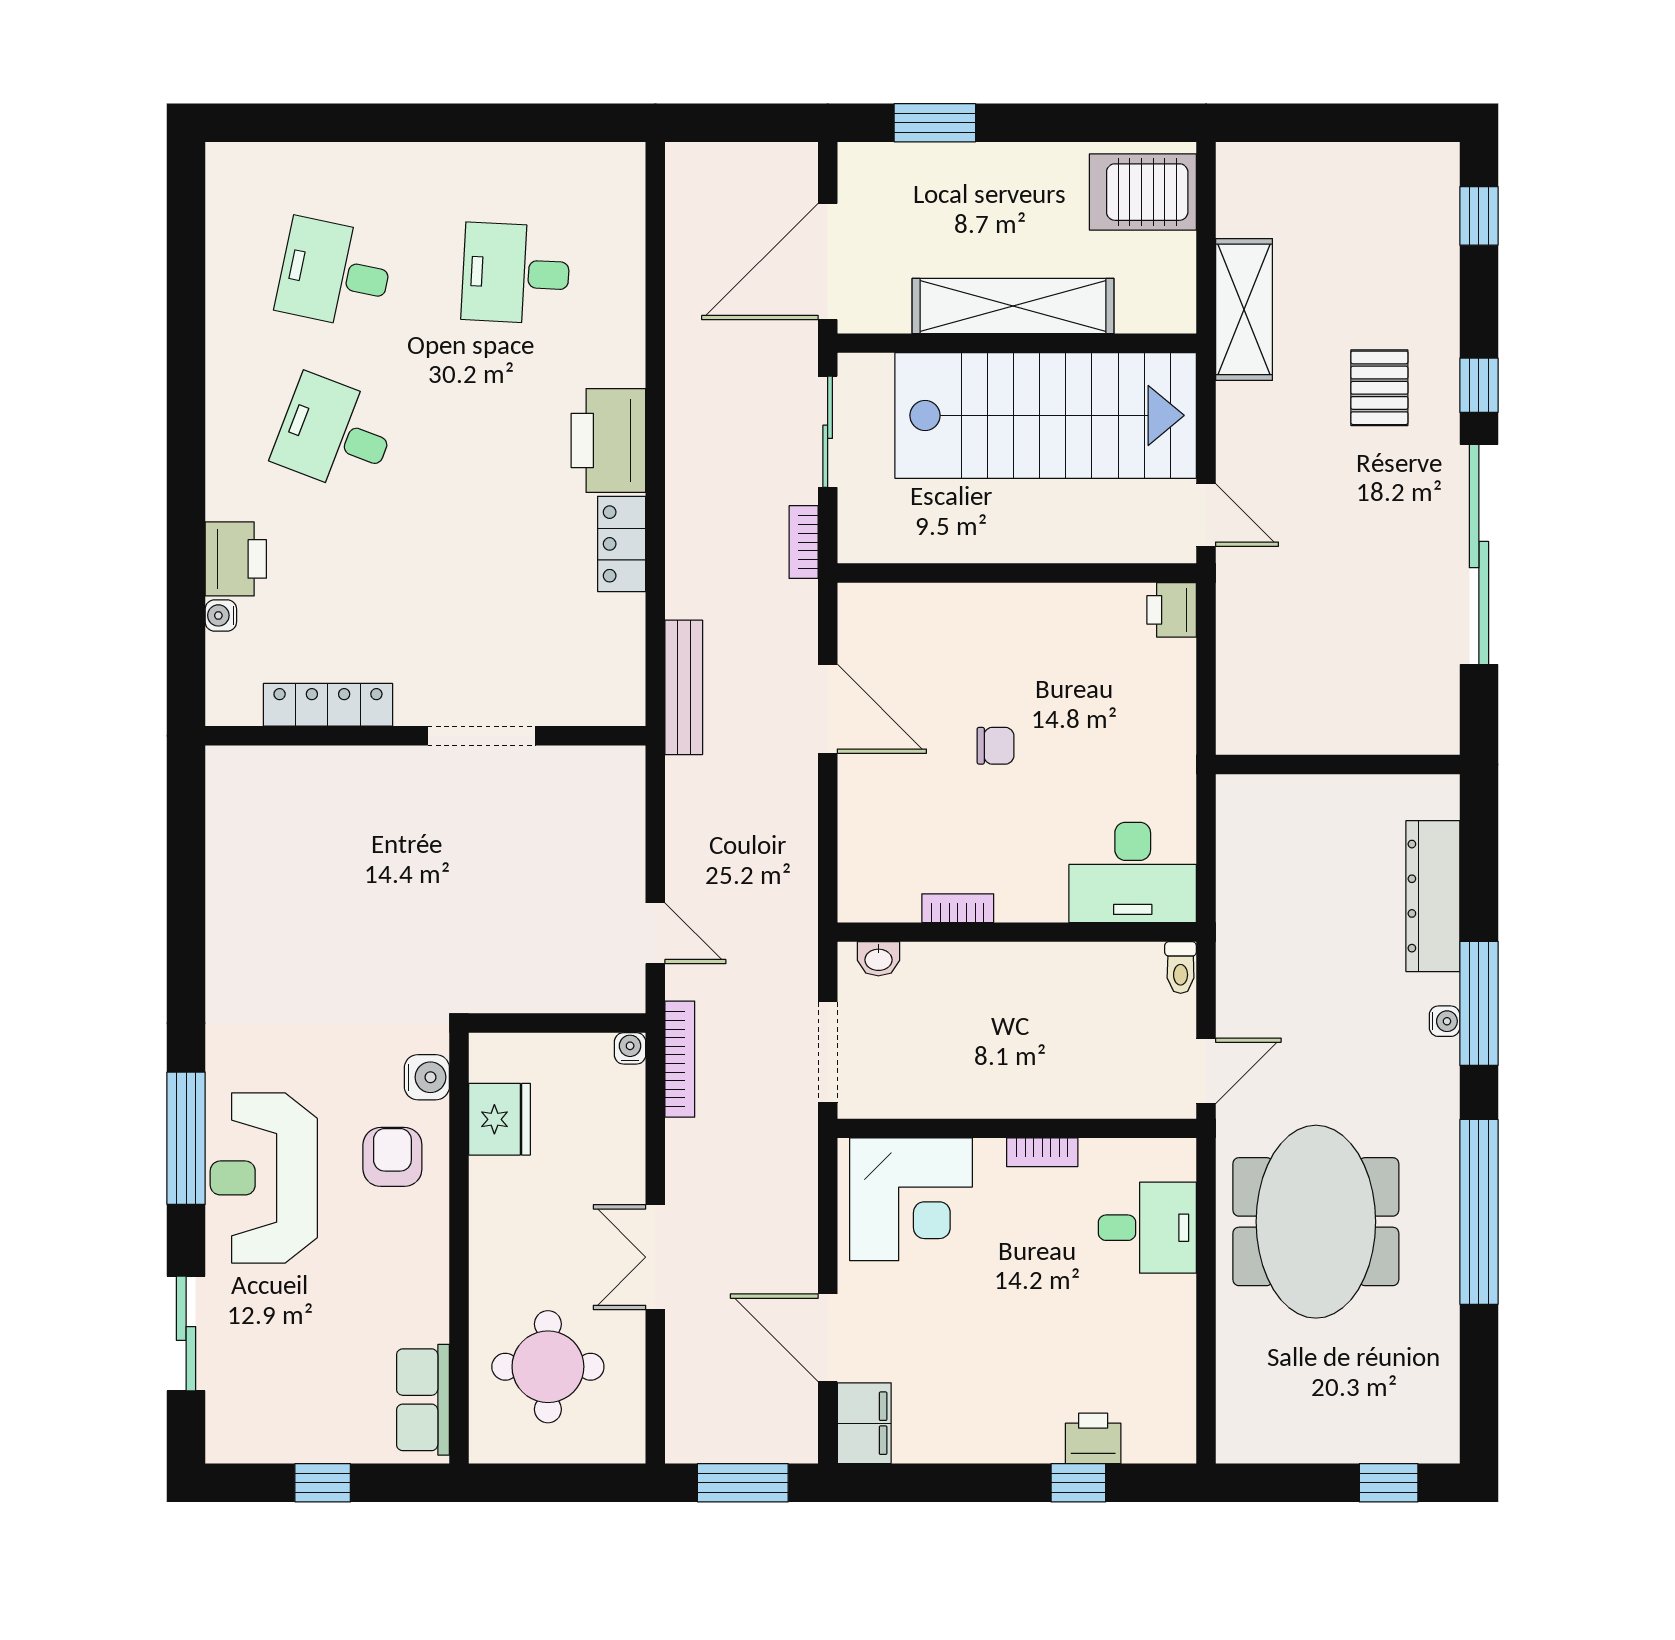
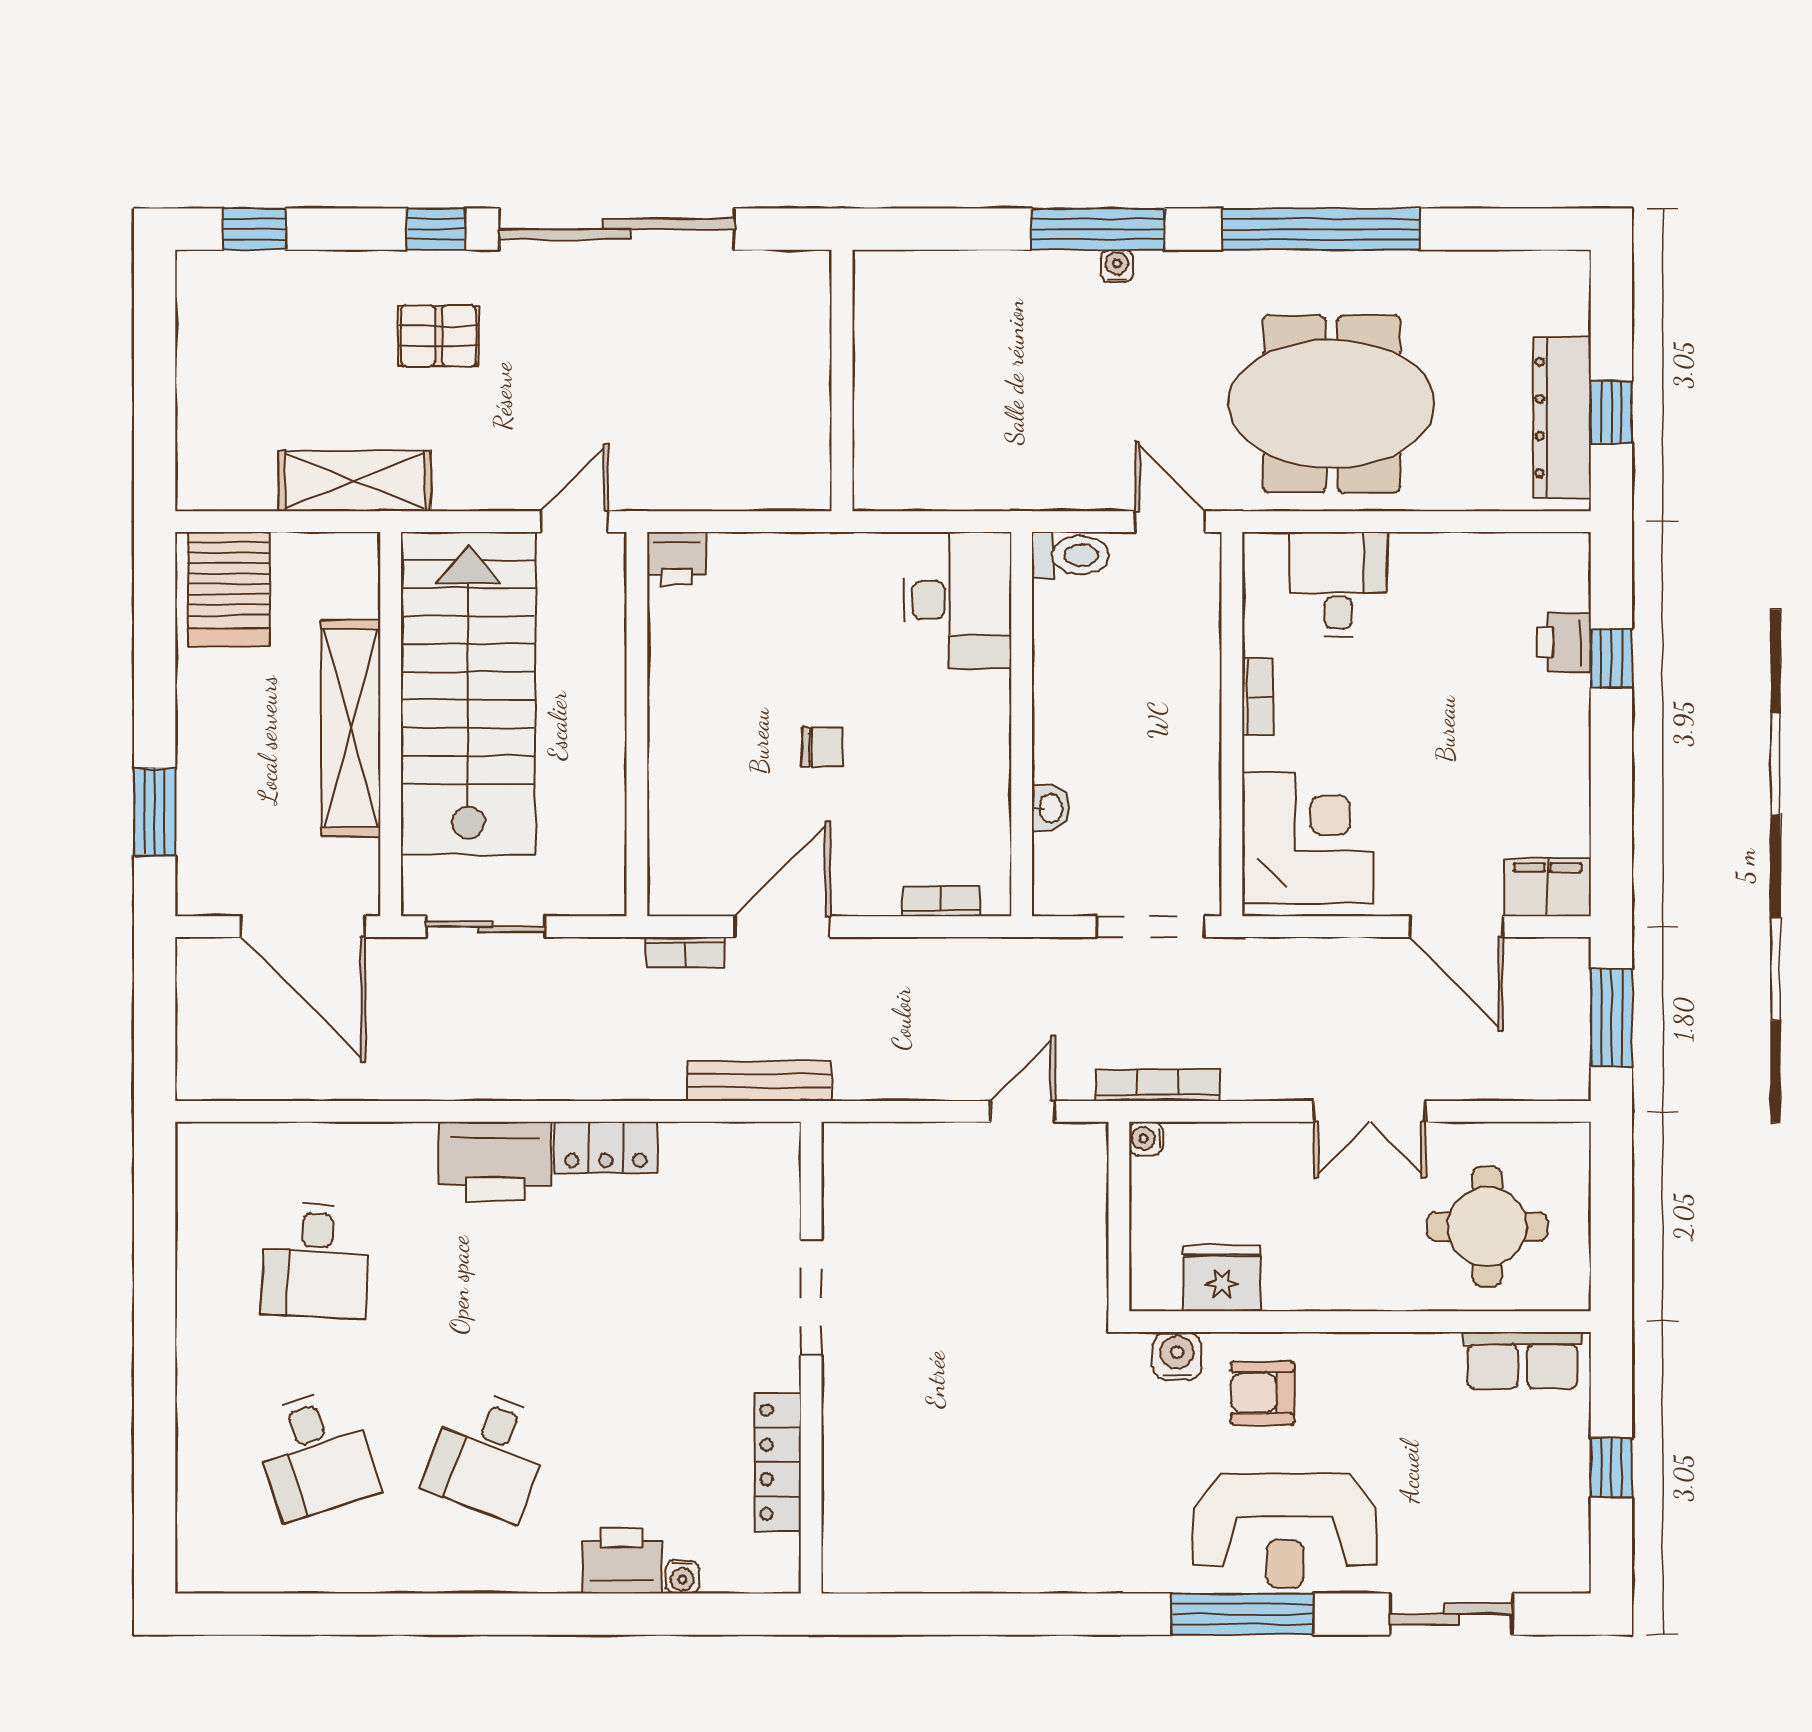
desk: (335, 273) -> (316, 1454), turned -30
bookcase: (804, 542) -> (685, 953), moved
chair: (995, 746) -> (822, 747), turned 90
dresser: (1433, 896) -> (1562, 417), moved, turned 90
bookcase: (958, 908) -> (941, 901), moved, turned 90
washbasin: (878, 959) -> (1050, 808), moved
toilet: (1181, 968) -> (1070, 555), width x1.37, depth x1.39
door: (828, 1338) -> (1456, 927), hinge flipped
window: (1389, 1483) -> (1611, 412), moved

